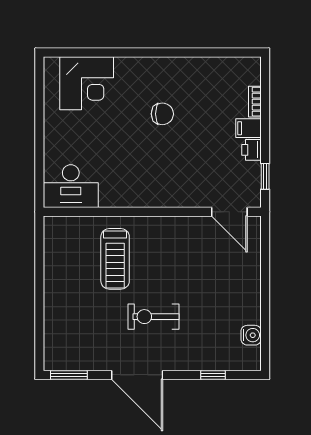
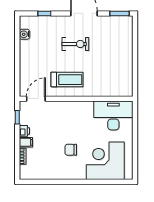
corner desk: (87, 83) -> (105, 161), width x1.36, depth x1.36
desk: (71, 186) -> (113, 115), width x1.36, depth x1.30
door: (229, 212) -> (36, 99), hinge flipped
treadmill: (115, 259) -> (67, 80), moved, turned 90

